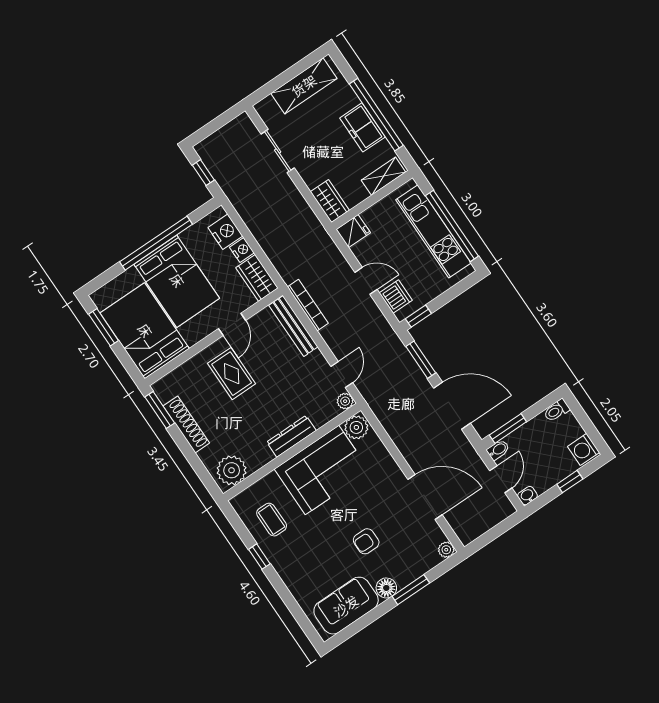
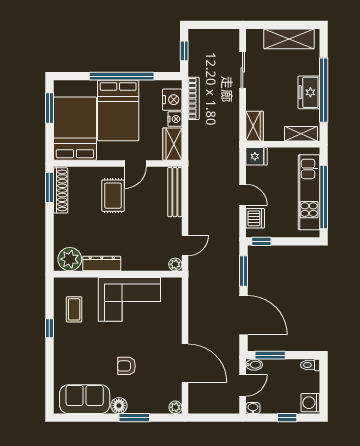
bookcase: (308, 305) -> (194, 98), moved
shoe rack: (186, 424) -> (61, 190), moved
plant: (356, 427) -> (171, 287), removed
dresser: (291, 436) -> (102, 264), moved

